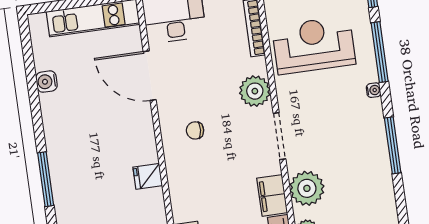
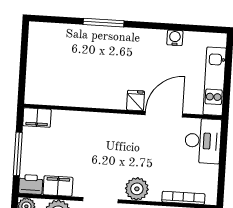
chair: (195, 130) -> (117, 139), removed
fridge: (148, 176) -> (135, 100), moved

